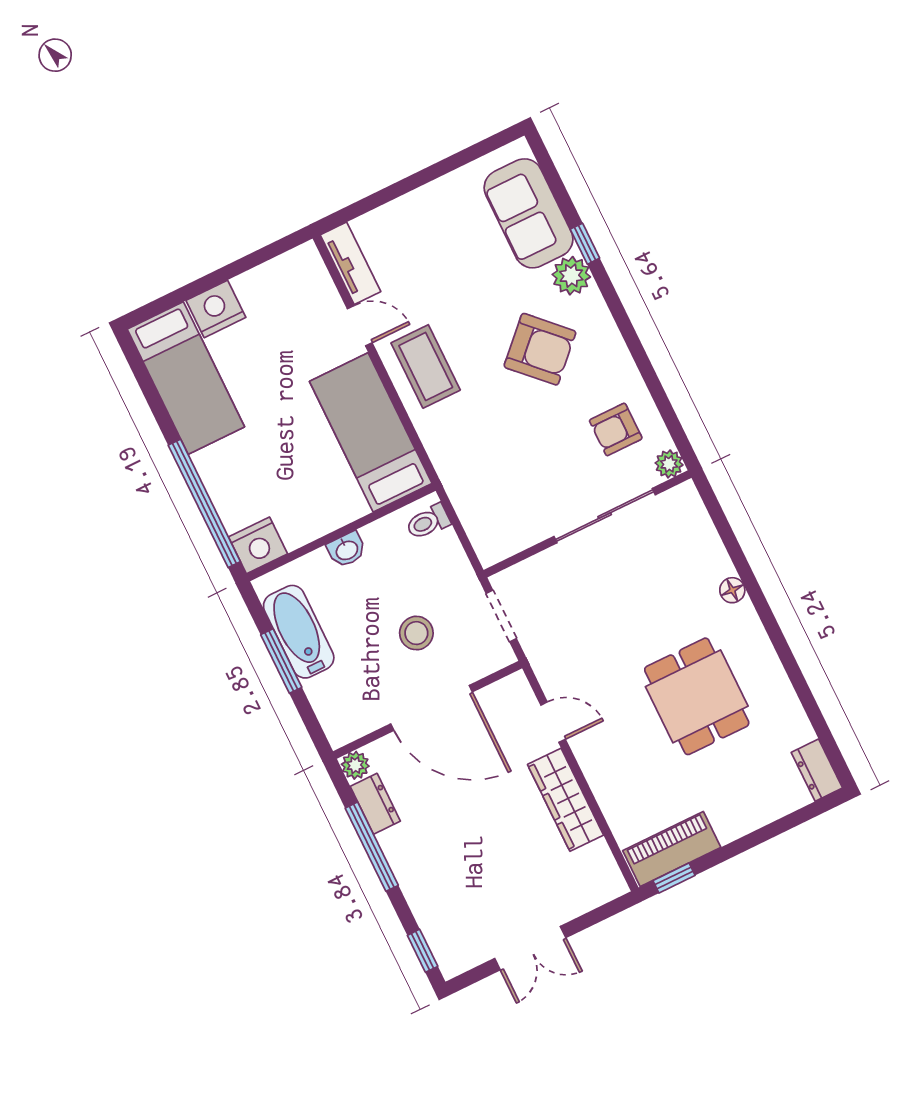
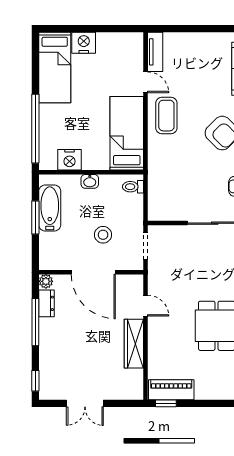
nightstand: (258, 545) -> (70, 160), moved

